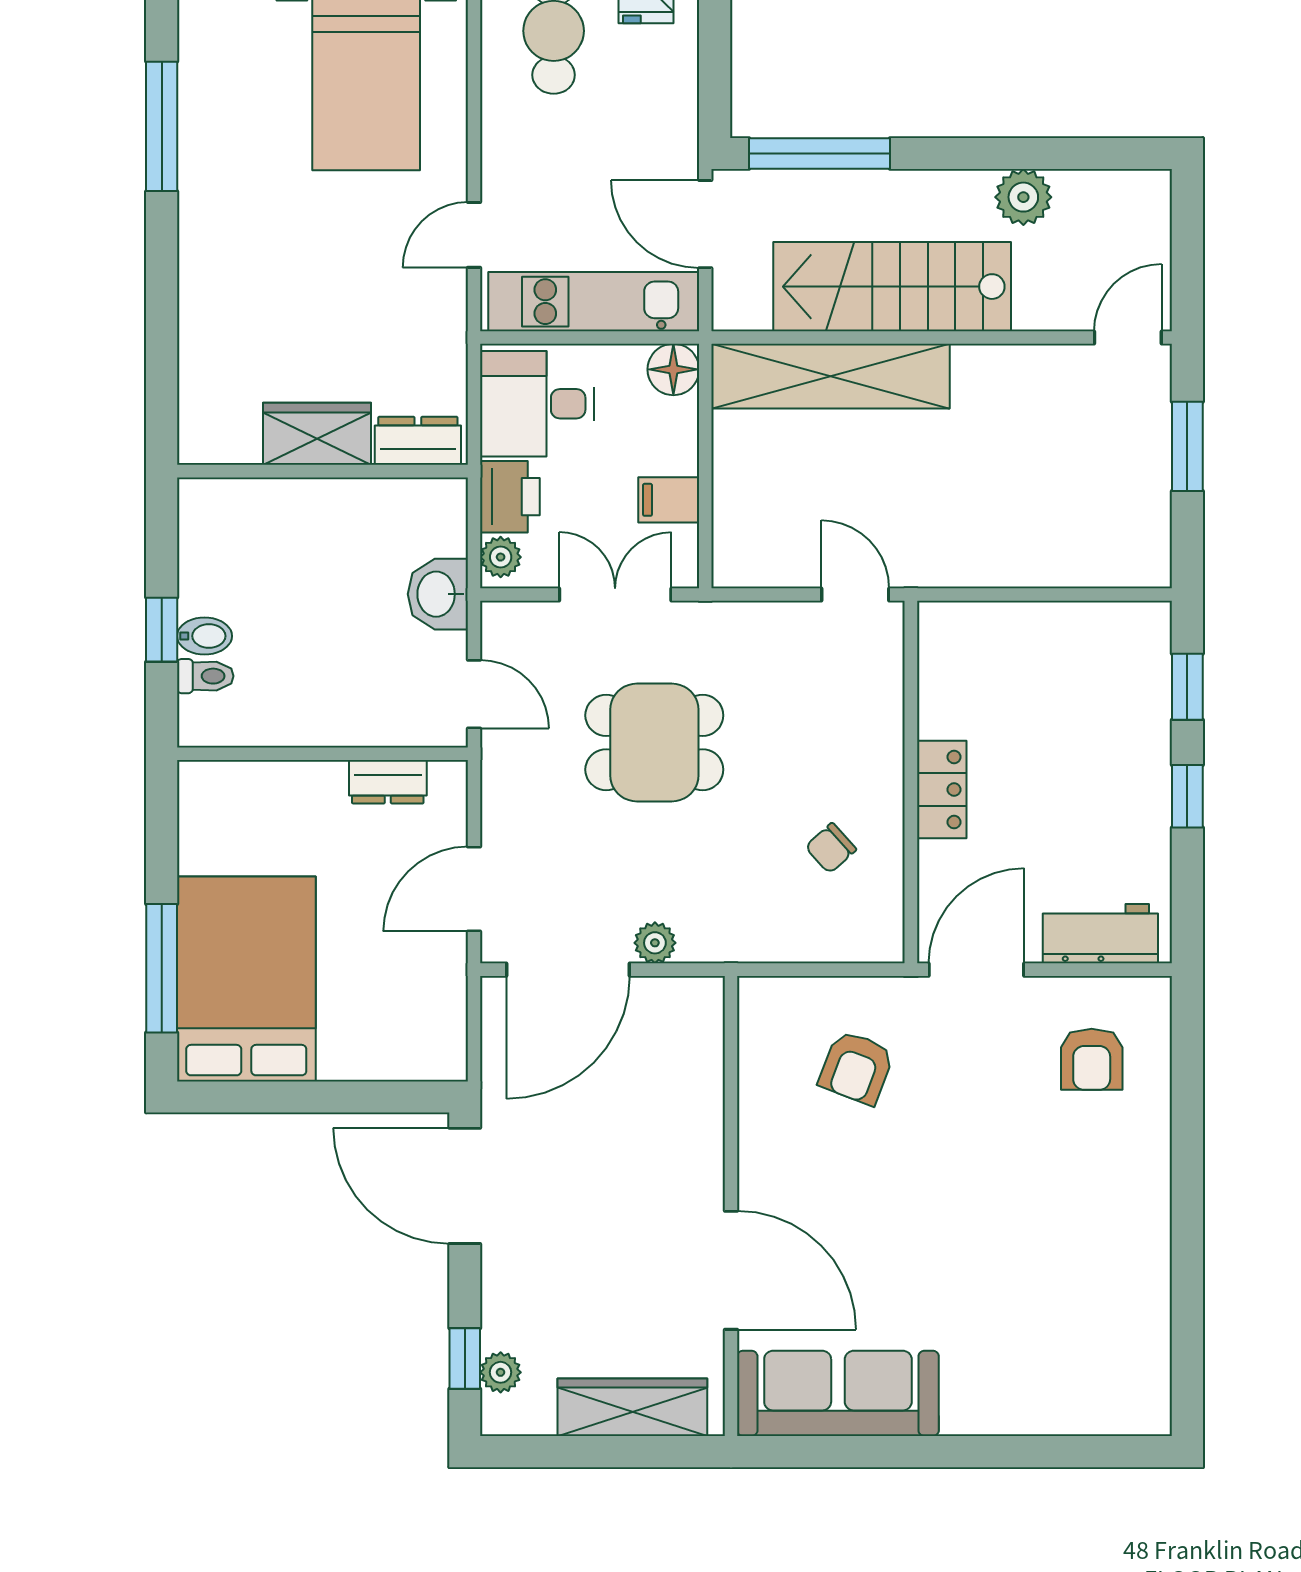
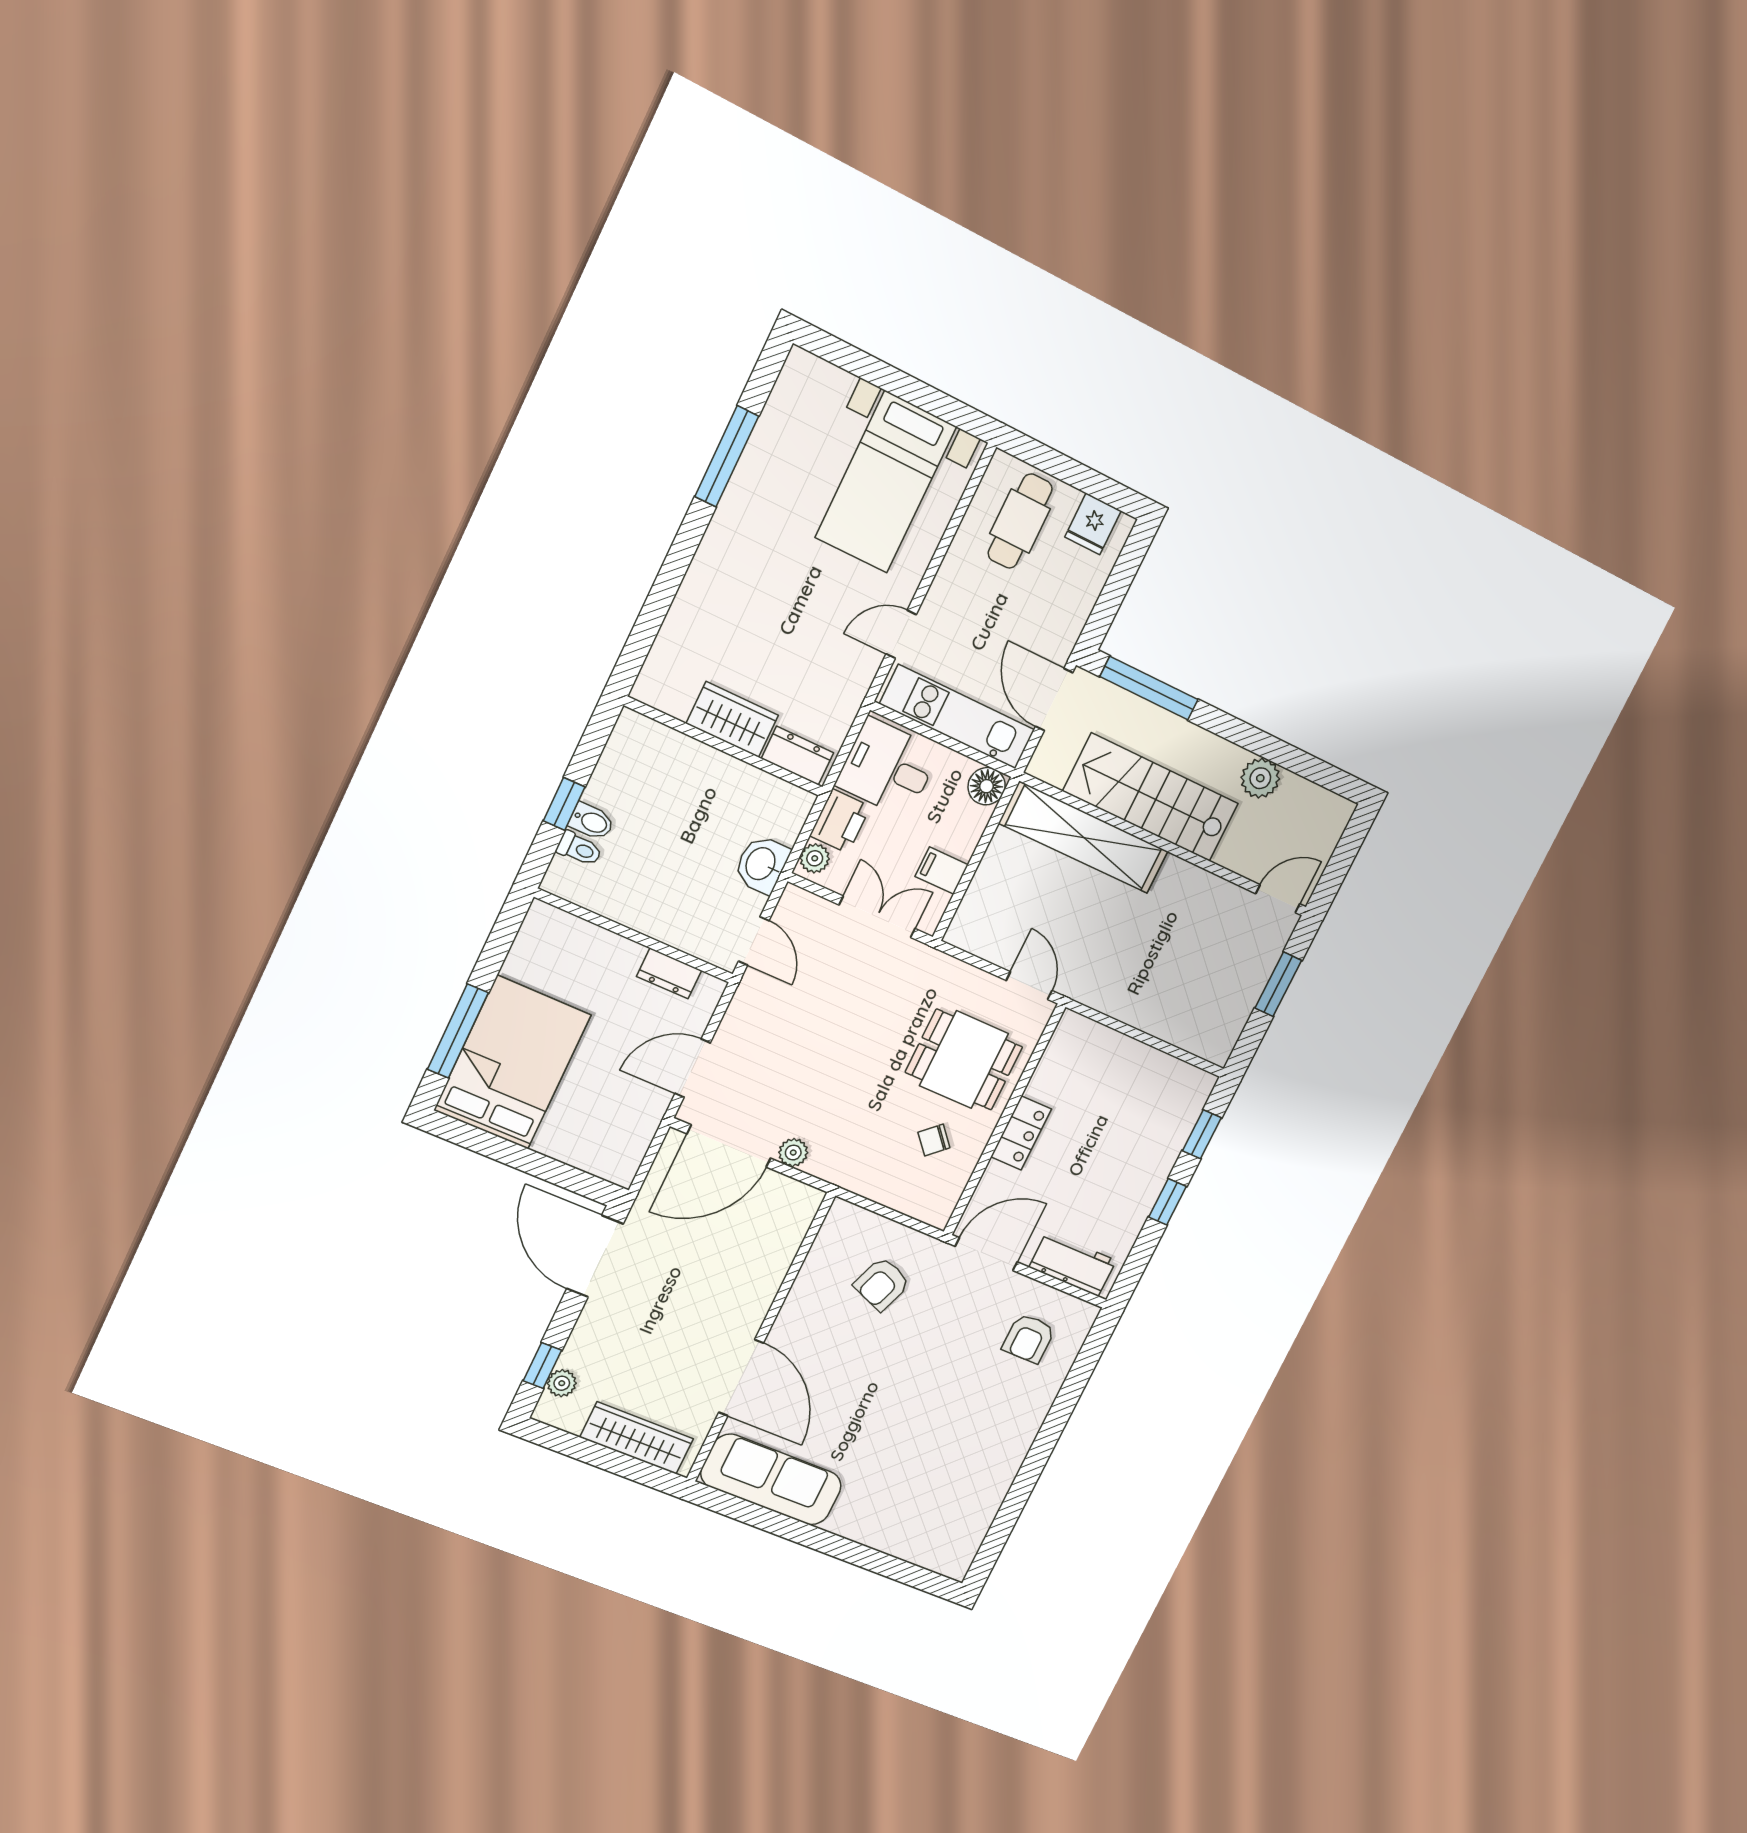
dining table: (654, 743) -> (964, 1060), moved

